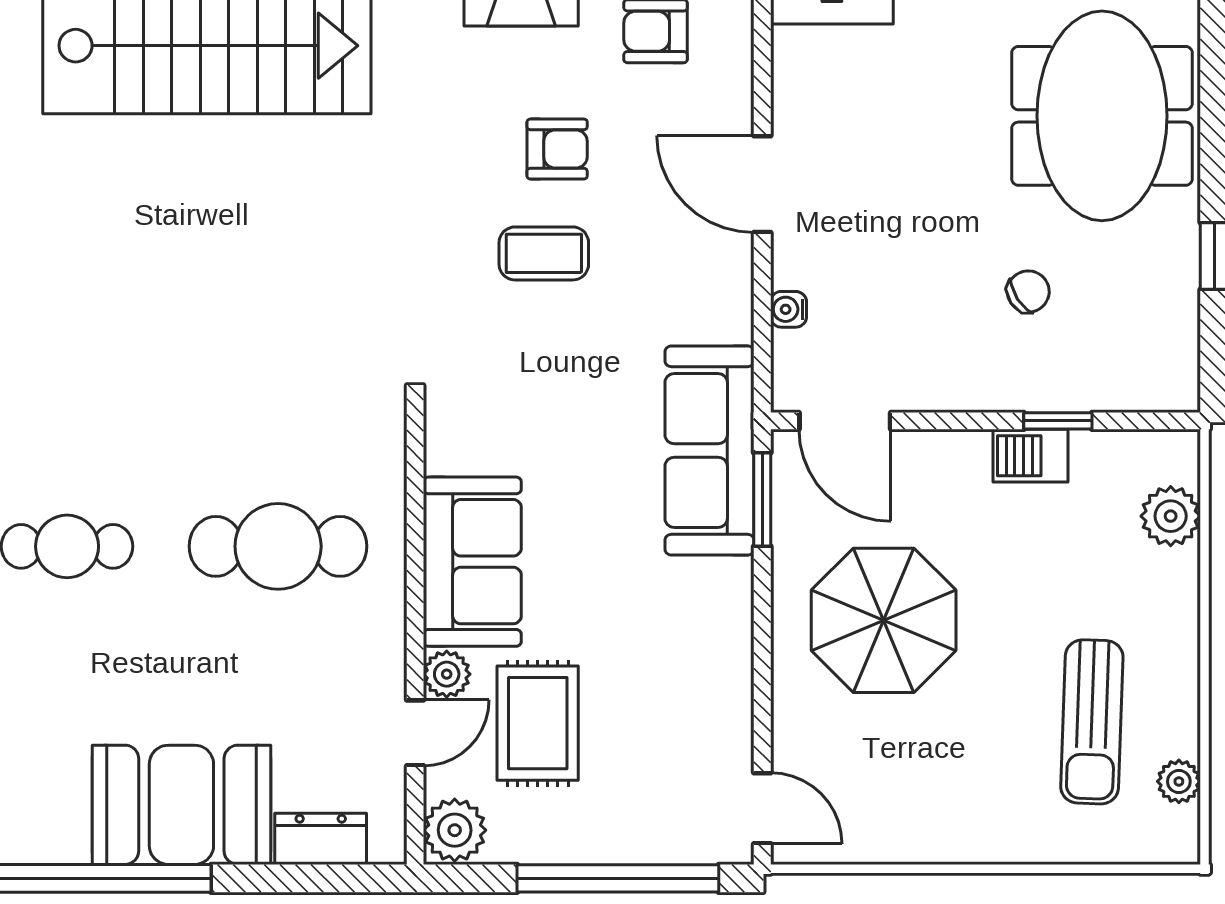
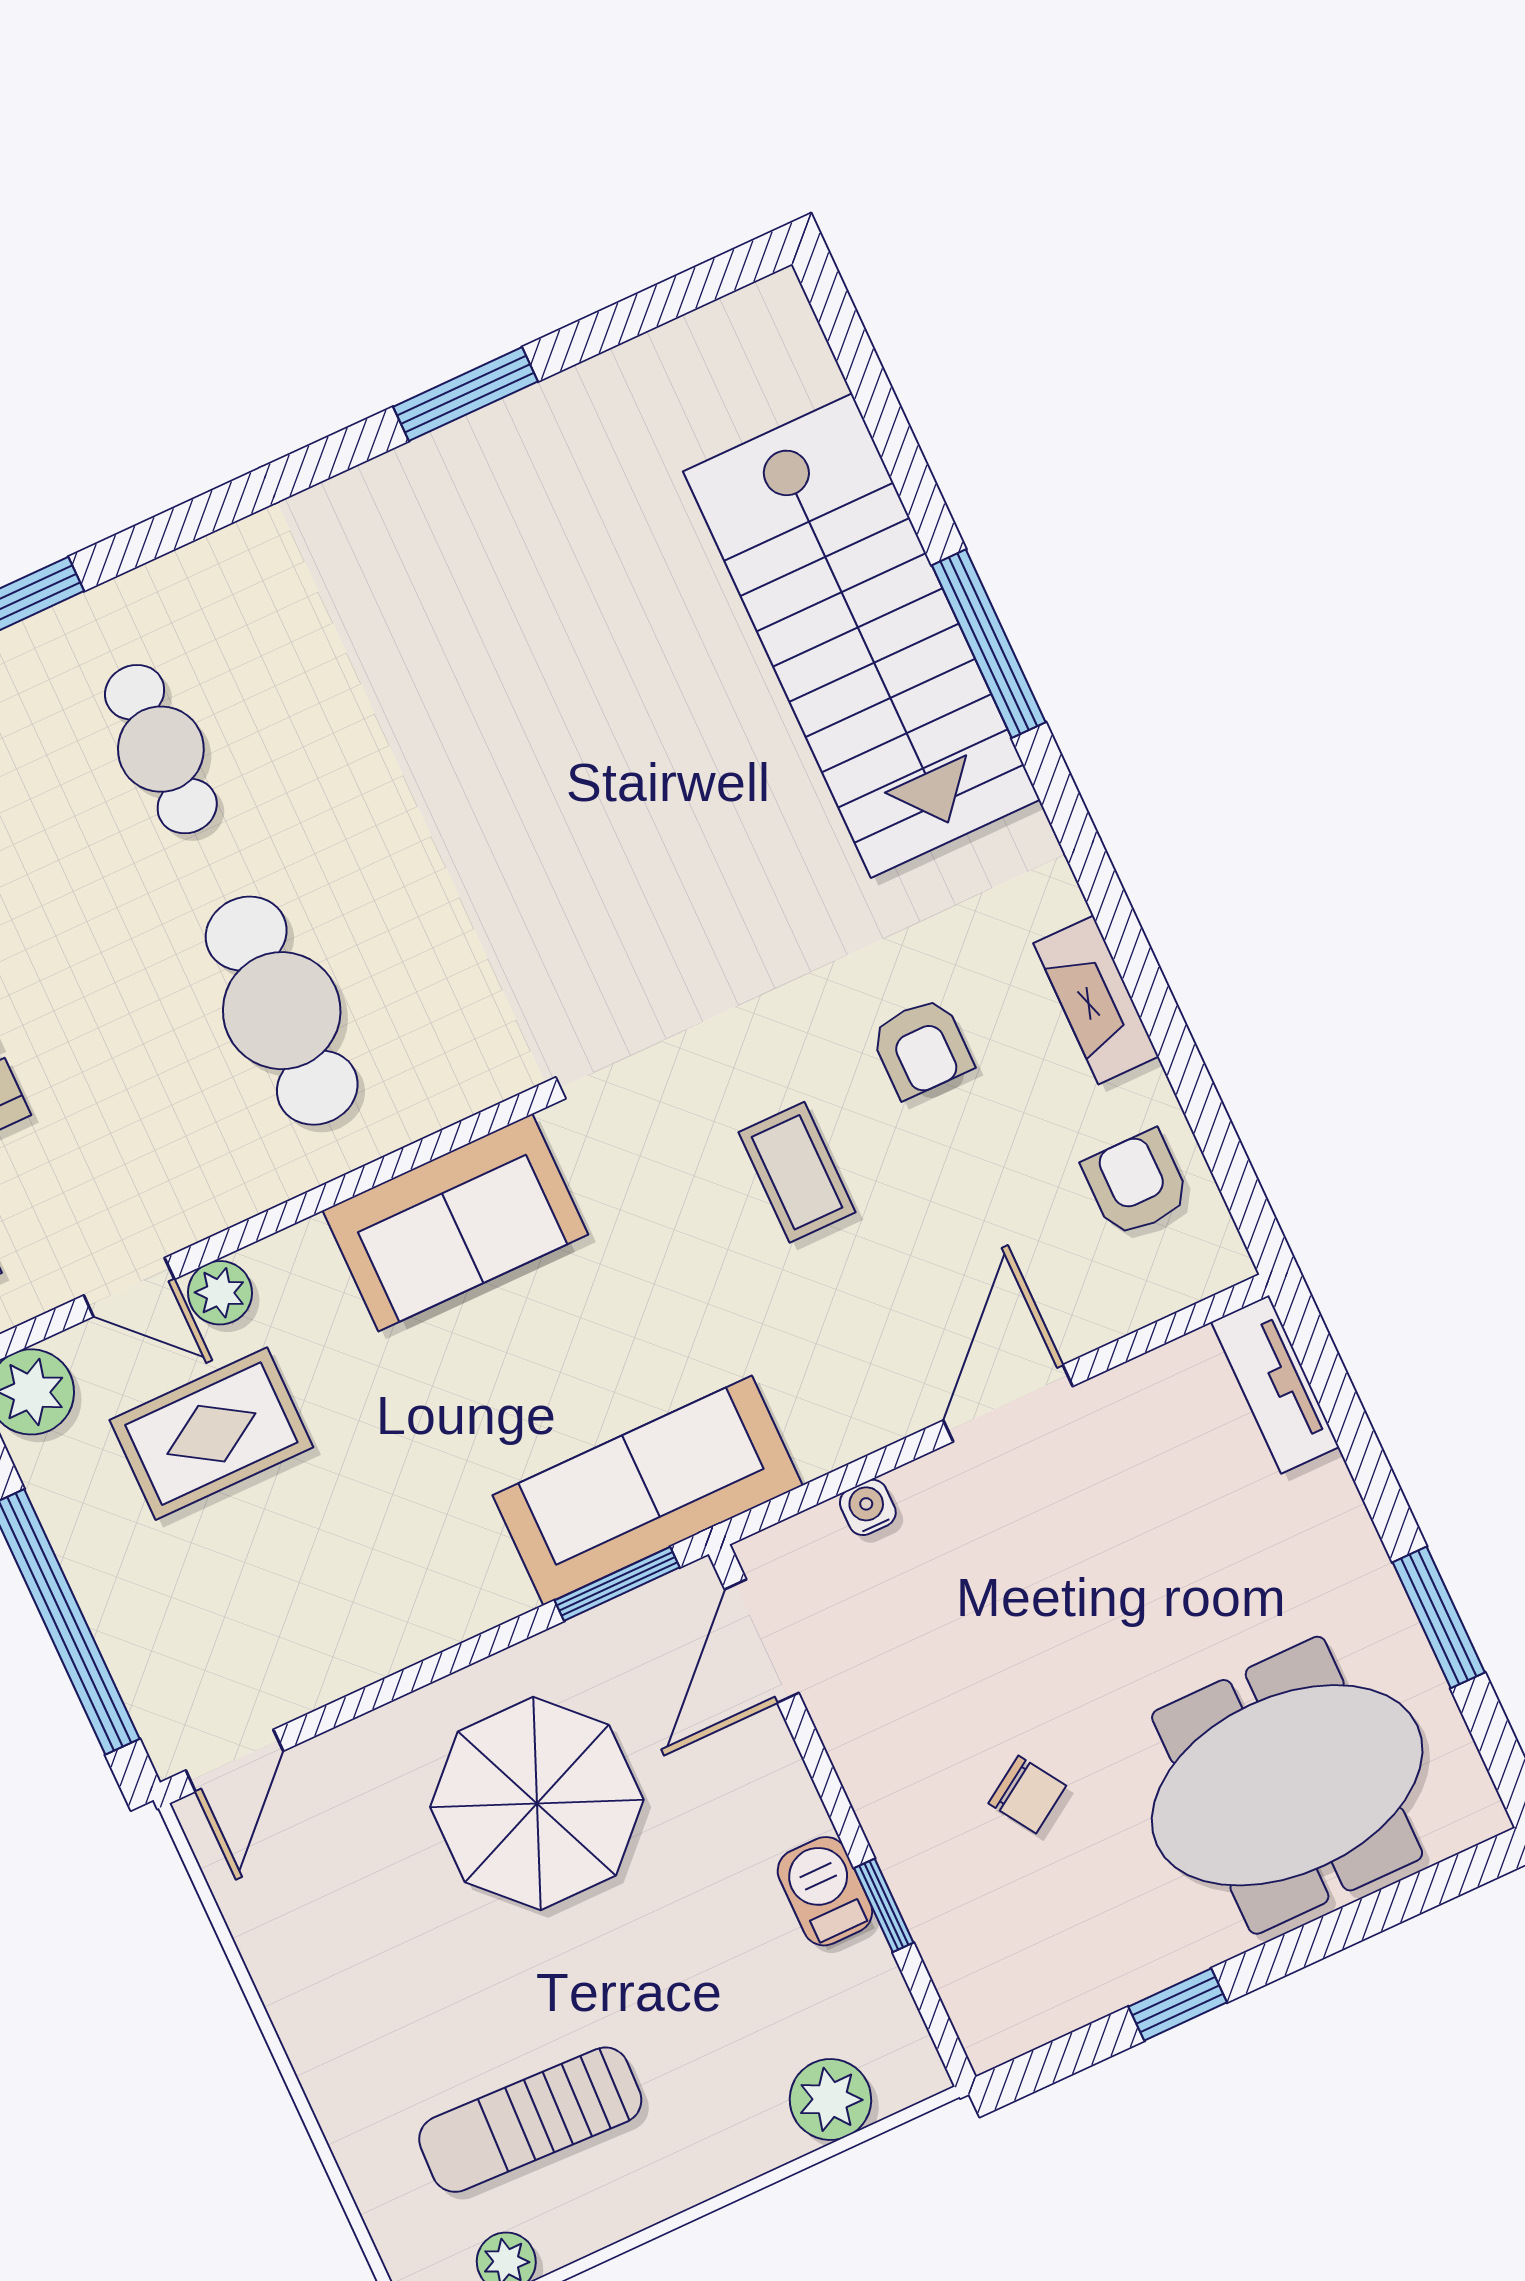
armchair: (557, 149) -> (921, 1048), moved
sofa: (472, 562) -> (455, 1222), moved

